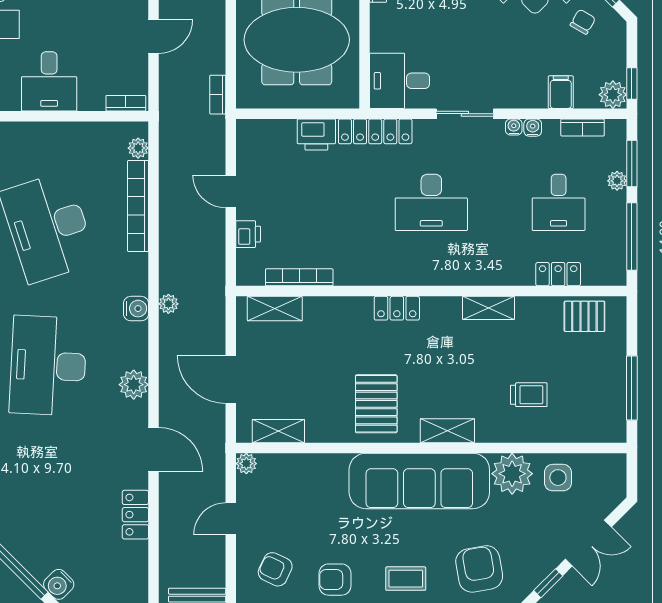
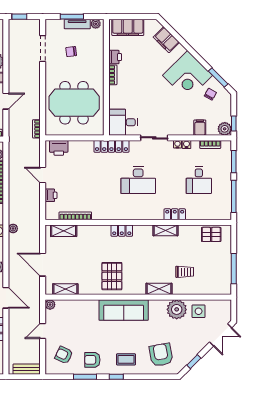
printer: (316, 134) -> (59, 148), moved
plant: (617, 181) -> (227, 170), removed
locker: (558, 274) -> (175, 214), moved
shelving: (447, 431) -> (159, 289), moved
sofa: (419, 481) -> (124, 310), width x0.74, depth x0.79
double door: (588, 543) -> (221, 335), moved

